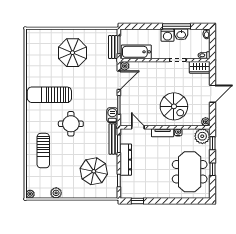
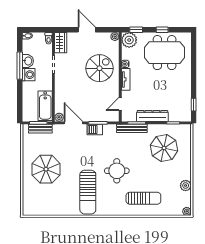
barbecue: (112, 115) -> (95, 130), moved

